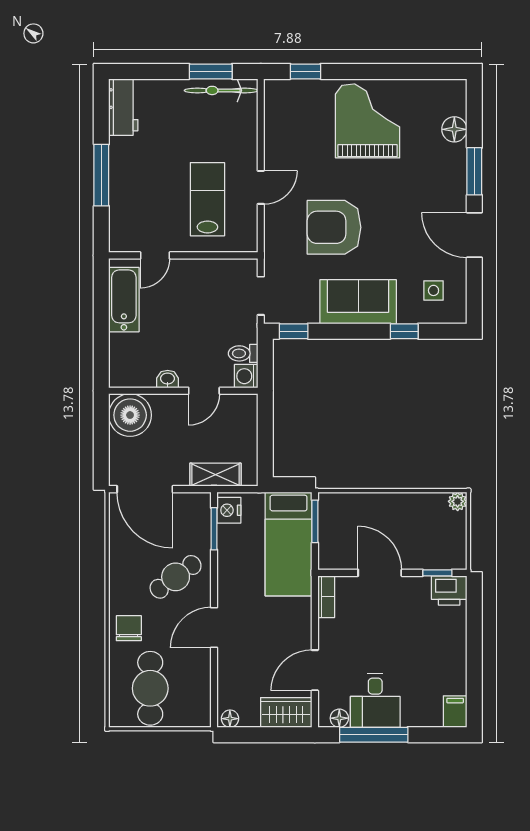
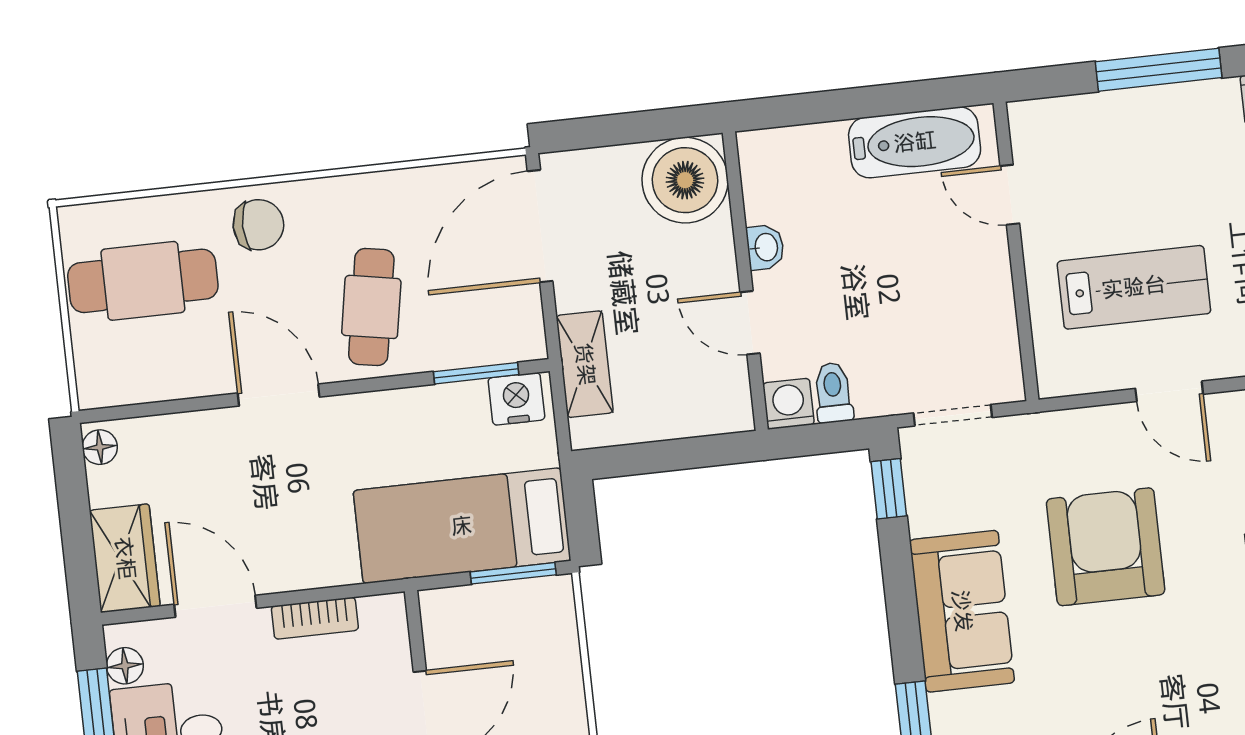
cafe table: (176, 577) -> (371, 307), turned 46
bookcase: (326, 597) -> (315, 618), moved

